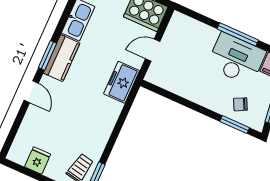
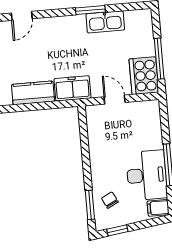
window: (47, 55) -> (90, 10), moved
kitchen counter: (62, 58) -> (33, 93), moved, turned 180

